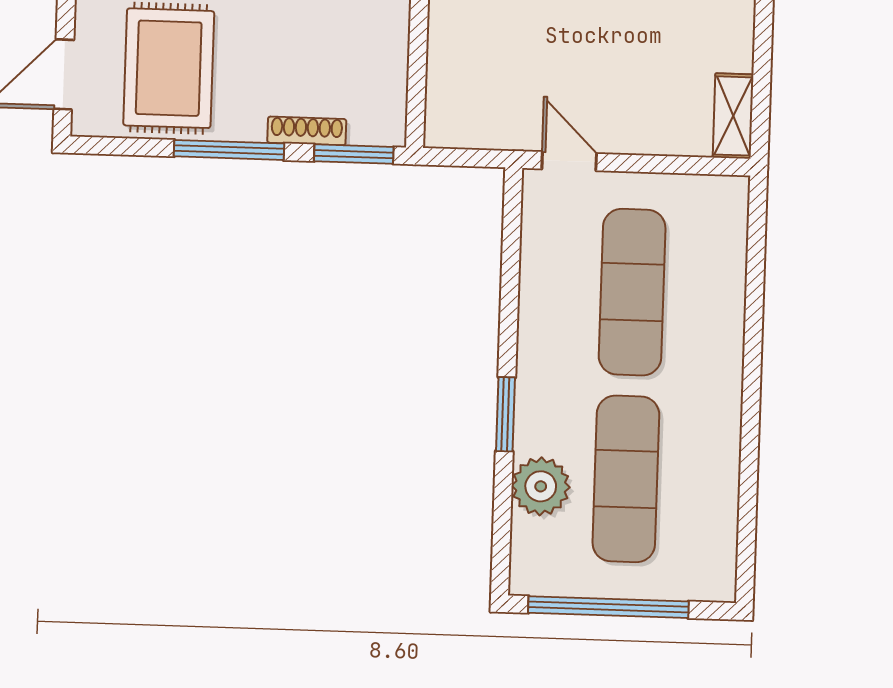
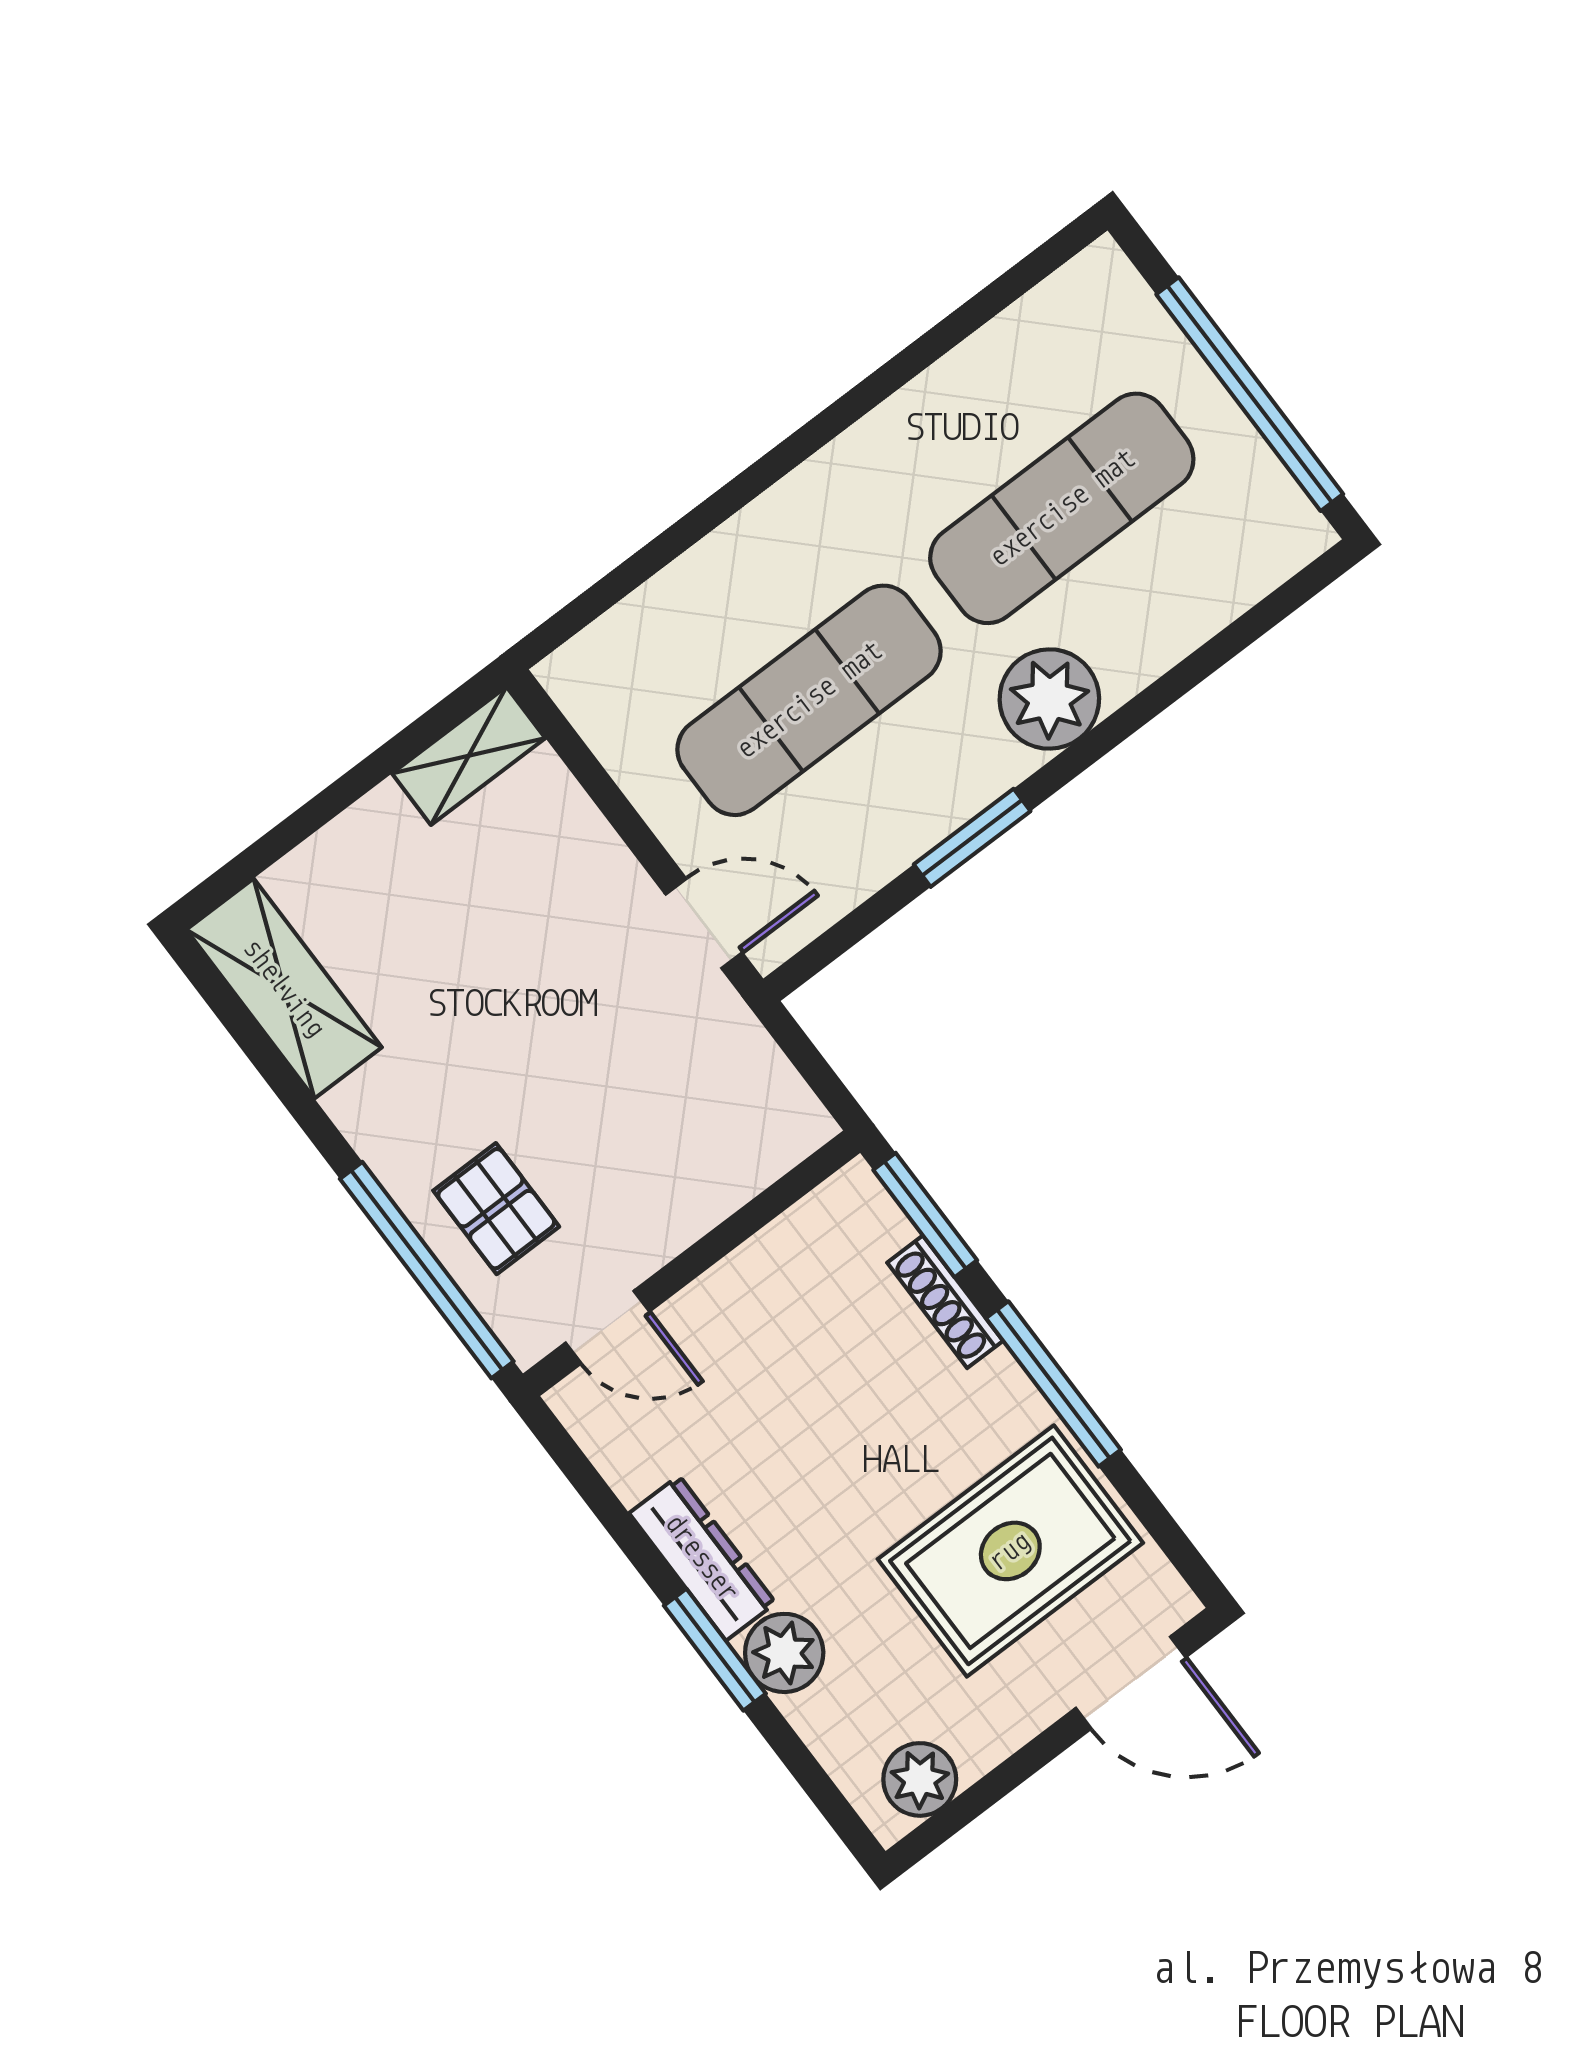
door: (569, 161) -> (704, 923), swing flipped
window: (505, 414) -> (972, 838), moved
plant: (541, 486) -> (1049, 699), moved

